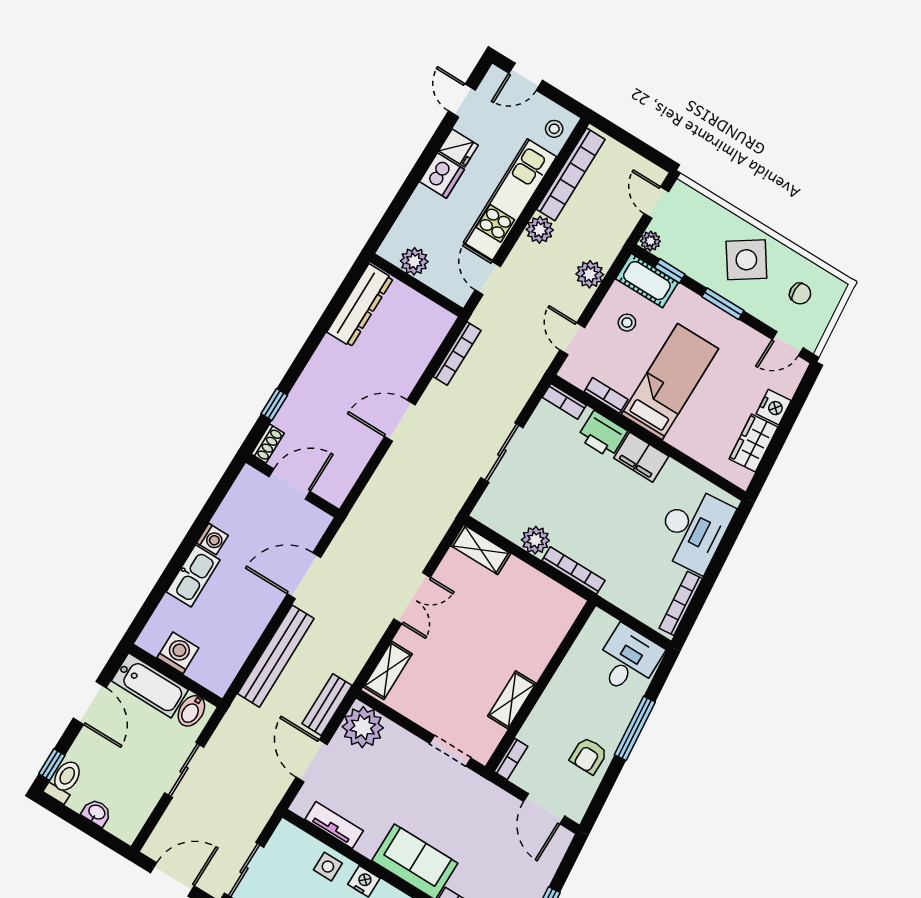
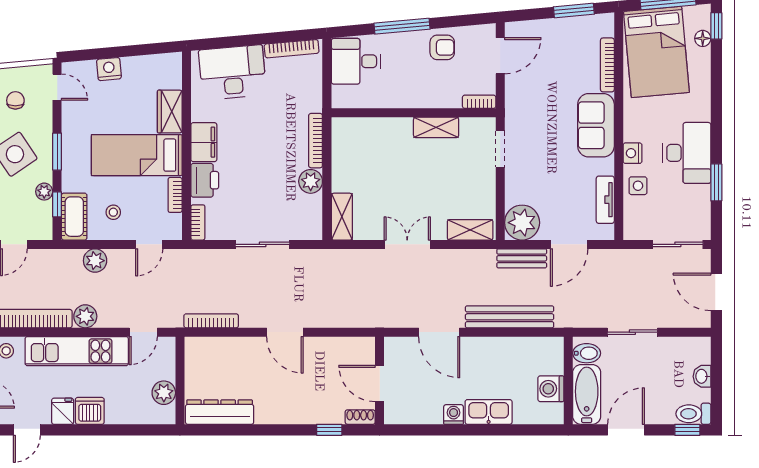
plant: (650, 241) -> (44, 192), moved
wardrobe: (754, 443) -> (170, 112), moved, turned 95

